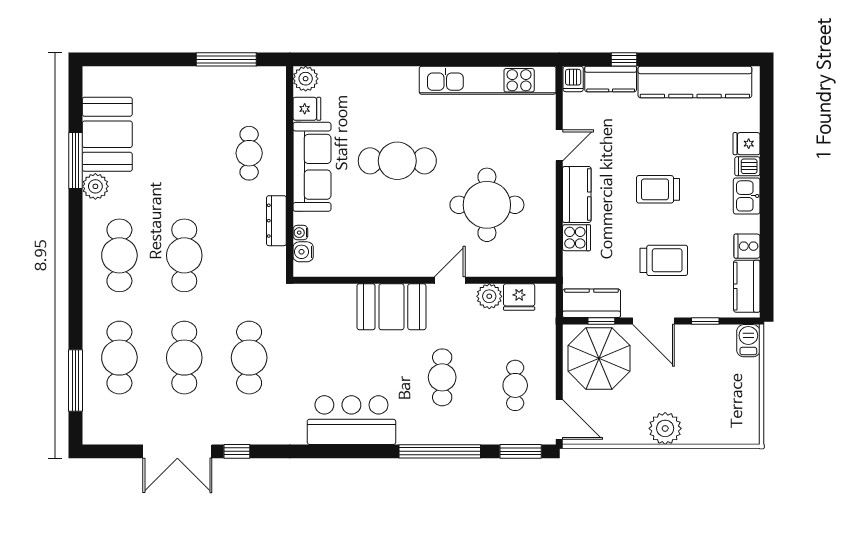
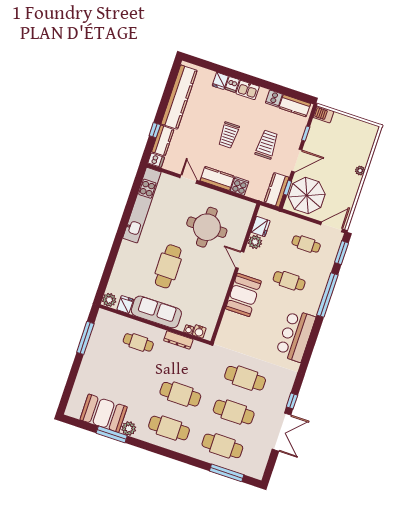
plant: (665, 428) -> (360, 171), width x0.53, depth x0.53

